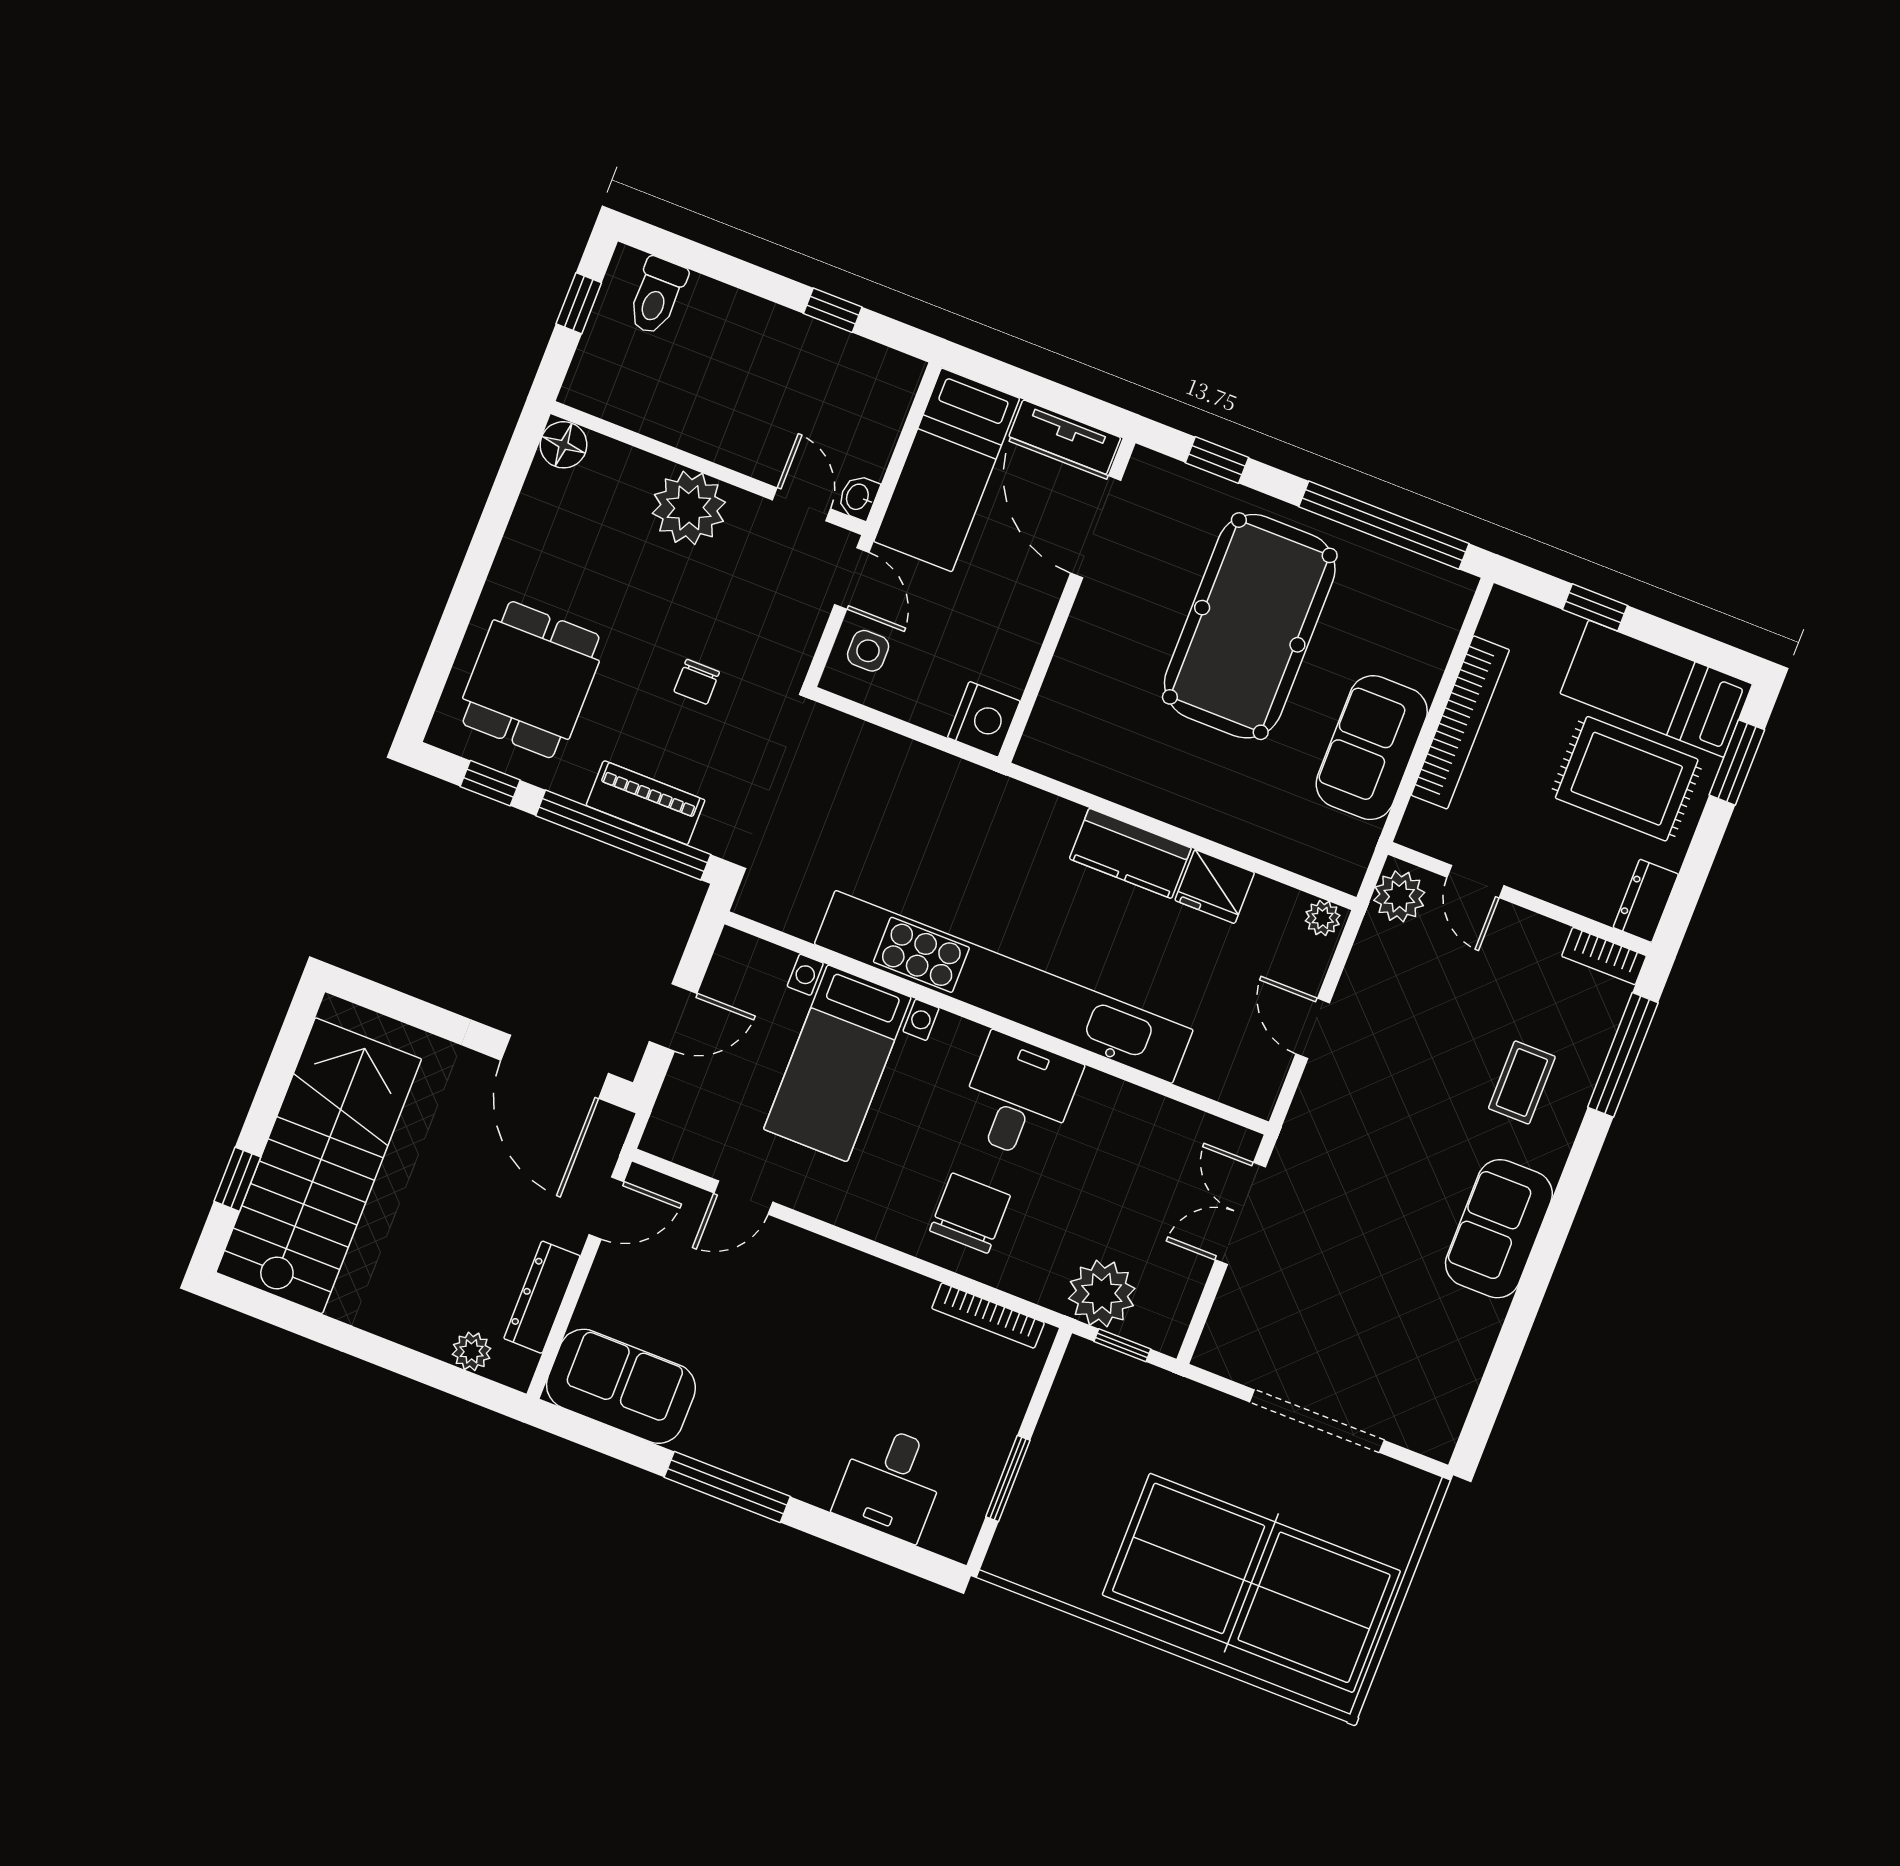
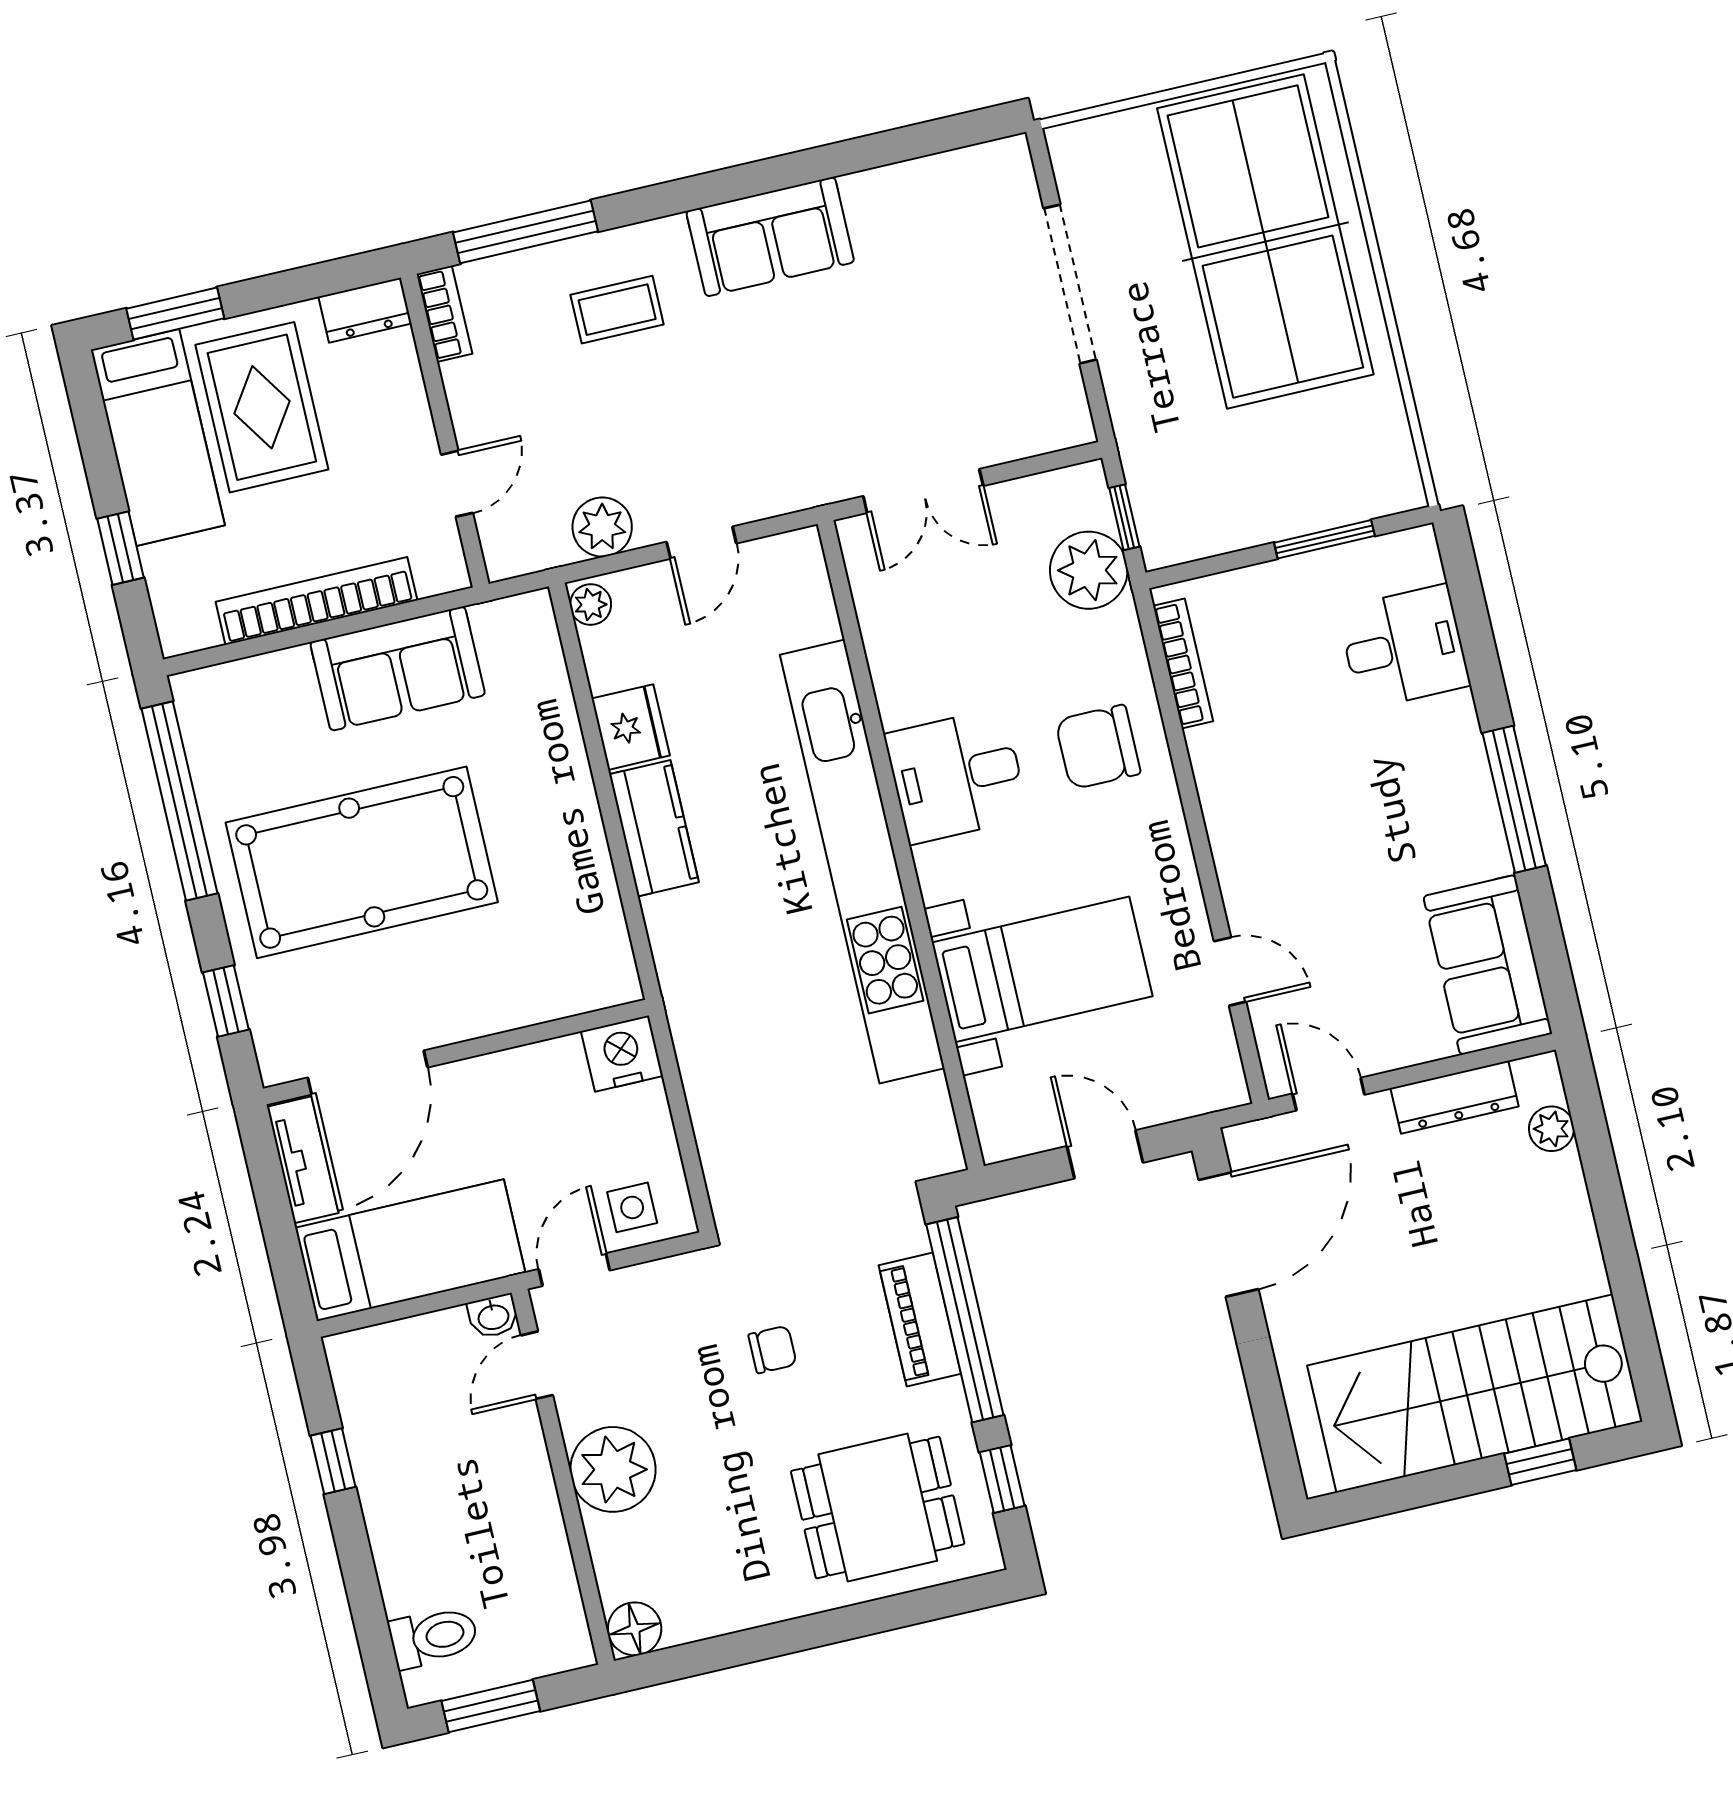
window: (579, 303) -> (491, 1706), width x1.50
plant: (1399, 896) -> (602, 527), moved

